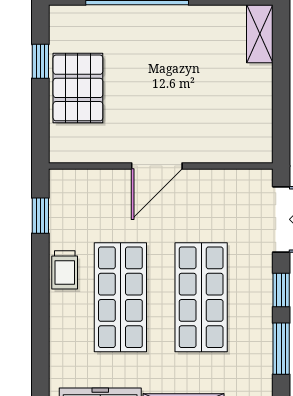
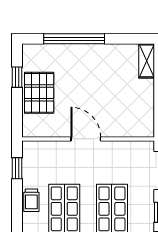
door: (157, 166) -> (86, 139), swing flipped

